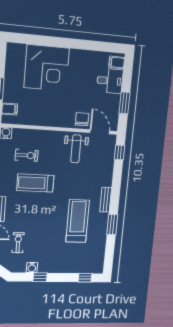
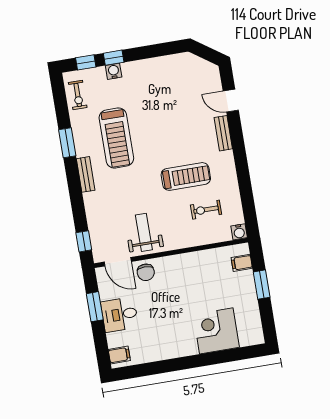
corner desk: (47, 68) -> (216, 331), width x0.74, depth x0.74
desk: (110, 81) -> (120, 315), moved
exercise bike: (18, 243) -> (78, 95), moved
water cooler: (32, 268) -> (114, 71), moved
window: (40, 277) -> (114, 58), moved

